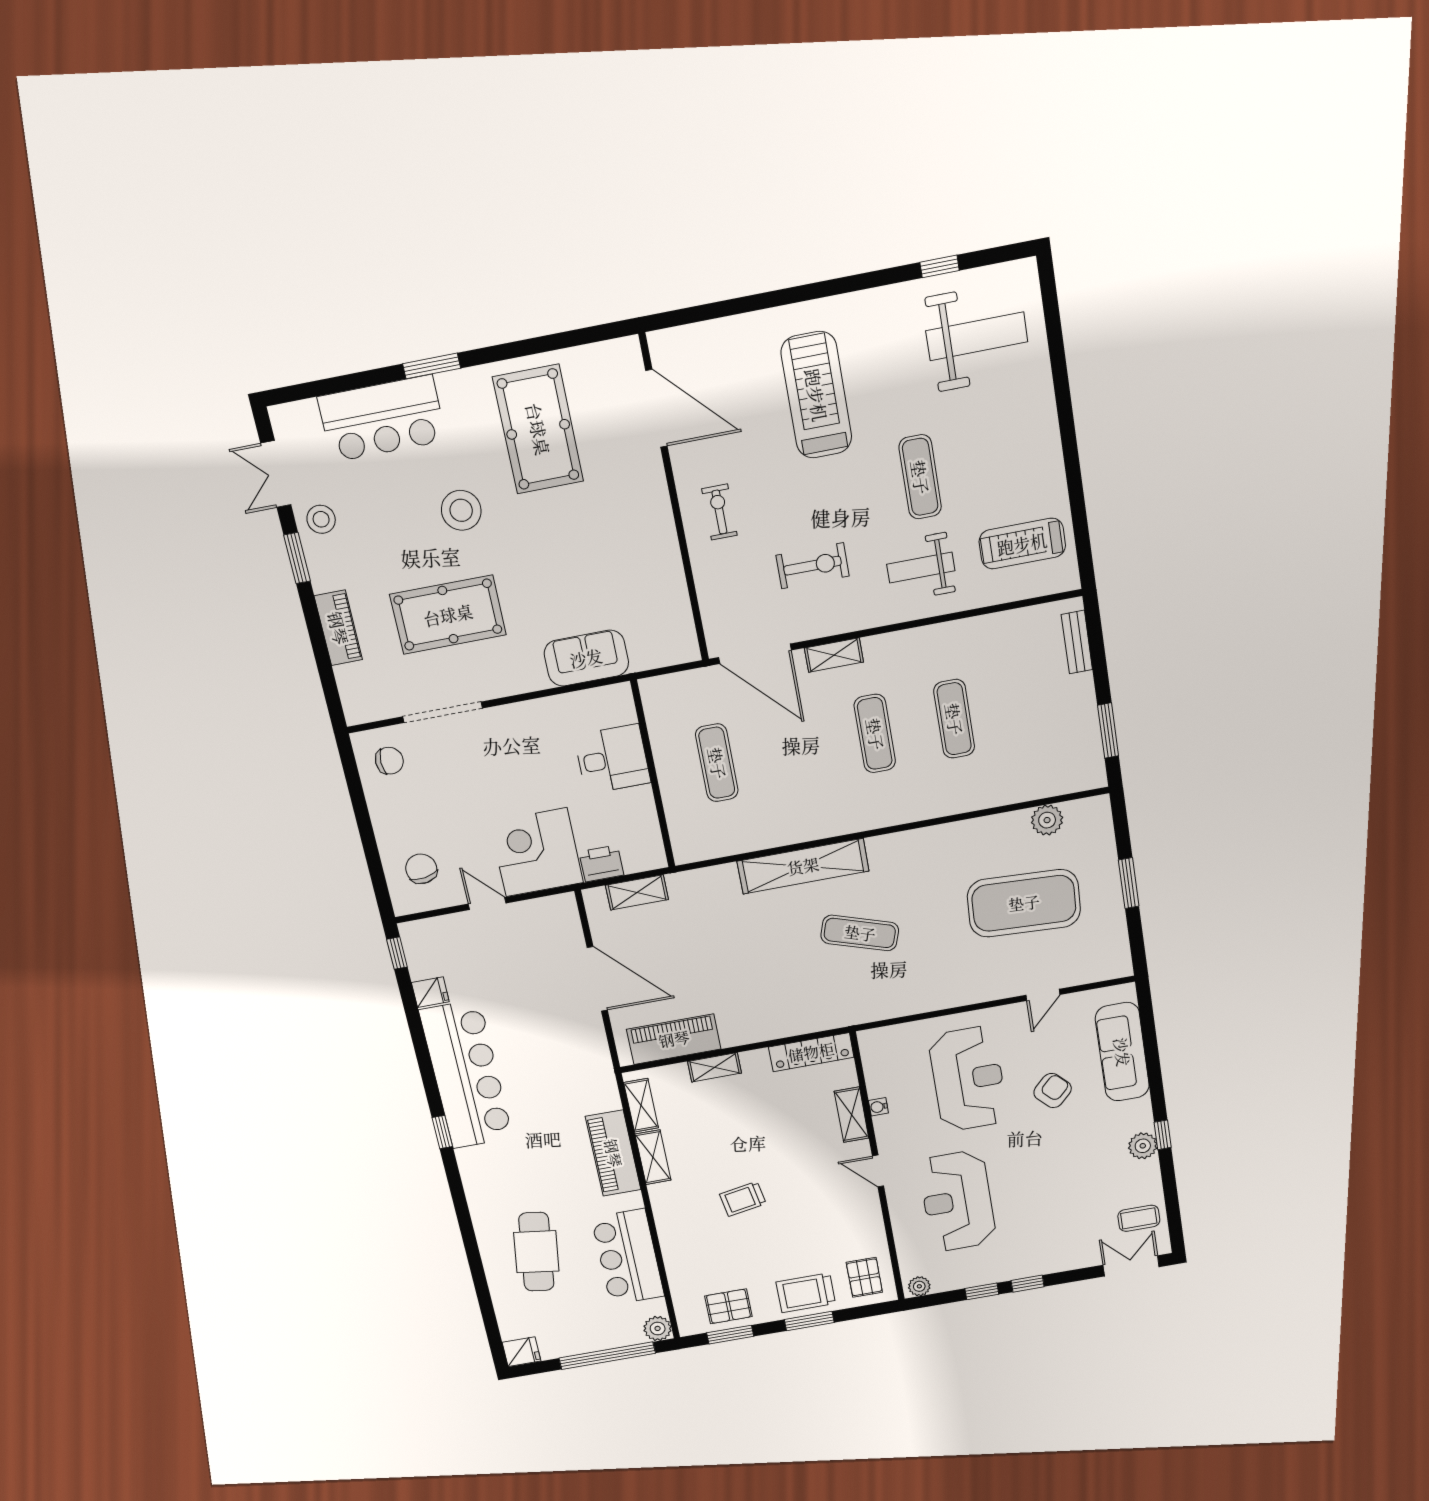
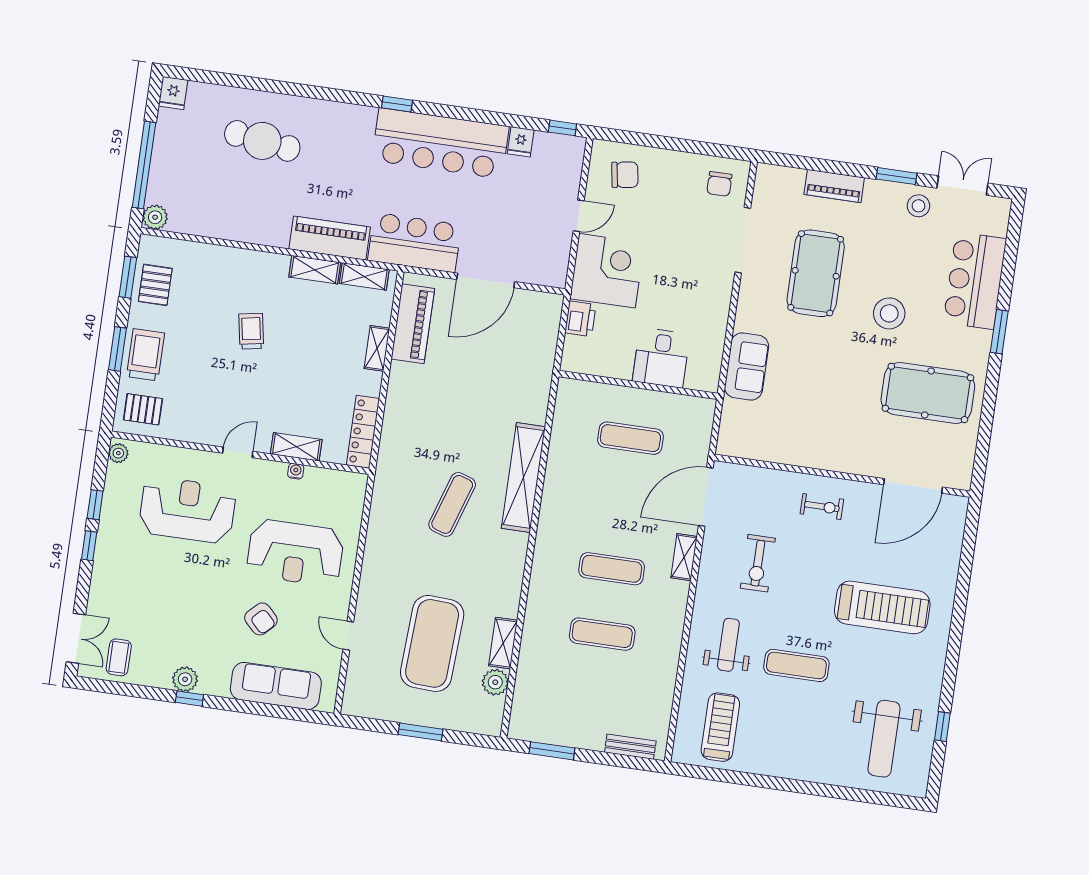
shelving: (637, 892) -> (503, 643), moved
bar counter: (628, 1257) -> (415, 243), moved

